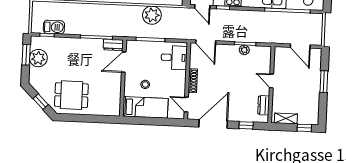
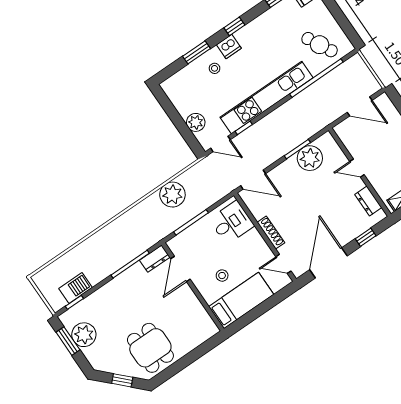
plant: (244, 50) -> (310, 158), width x1.87, depth x1.87
dining table: (71, 95) -> (150, 348), turned 90

